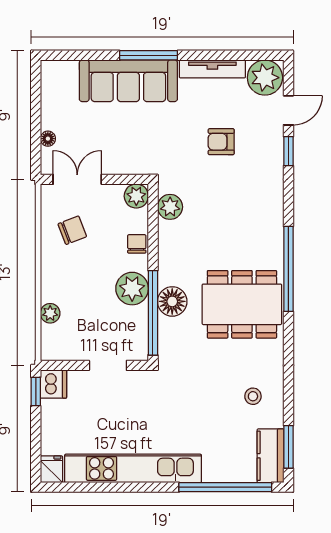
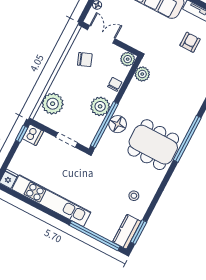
armchair: (221, 142) -> (190, 42), moved, turned 90
plant: (50, 313) -> (53, 104), width x1.87, depth x1.87

